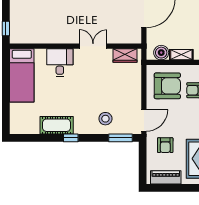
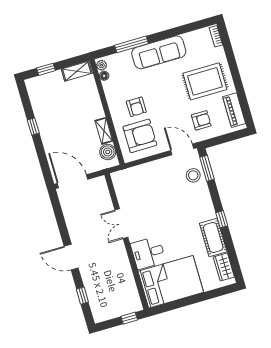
wardrobe: (125, 56) -> (224, 267), moved, turned 180
bed: (22, 75) -> (171, 282), width x1.50
armchair: (167, 86) -> (140, 136), turned 90
stool: (105, 119) -> (193, 175), moved

